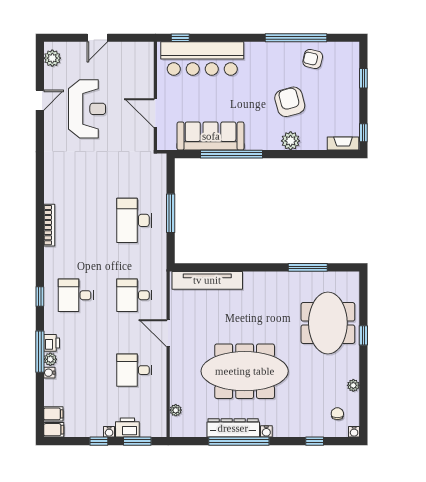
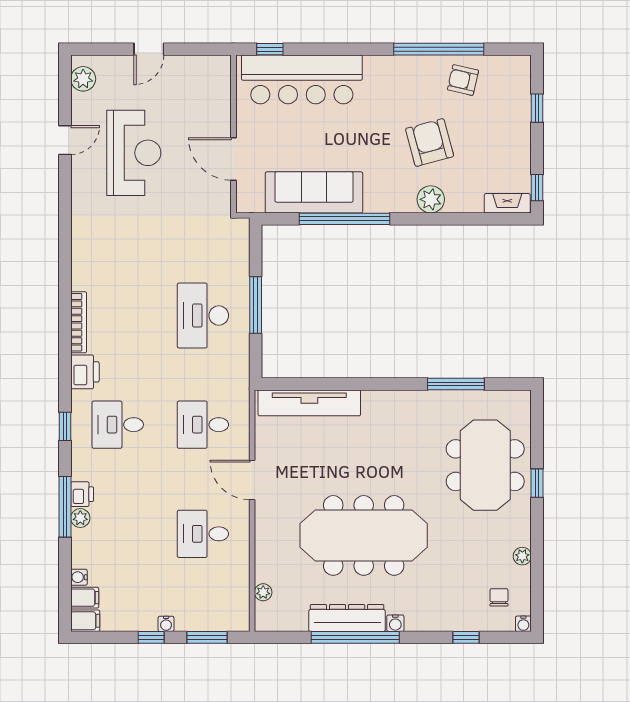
water cooler: (49, 373) -> (79, 577), moved
printer: (127, 427) -> (85, 372), moved, turned 90

